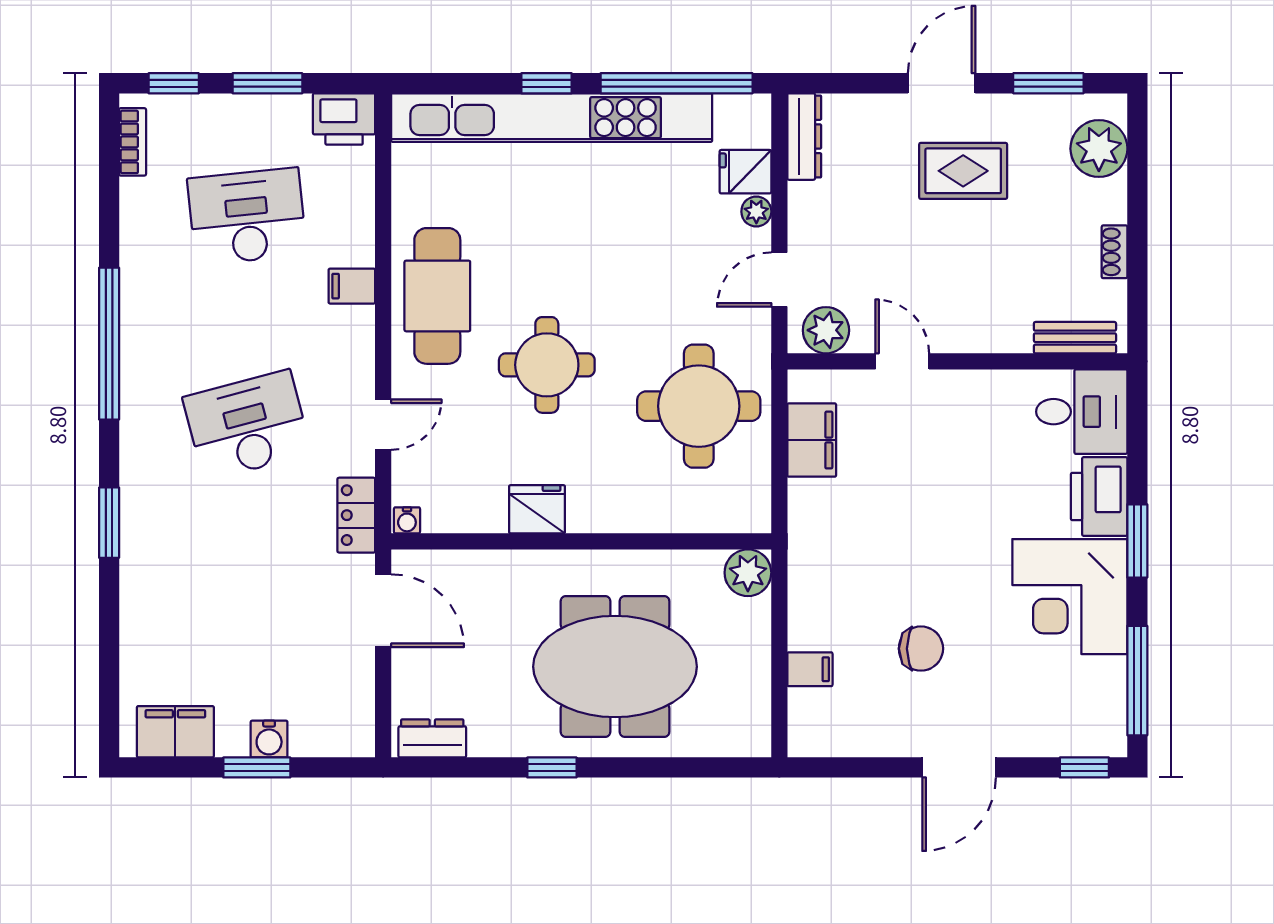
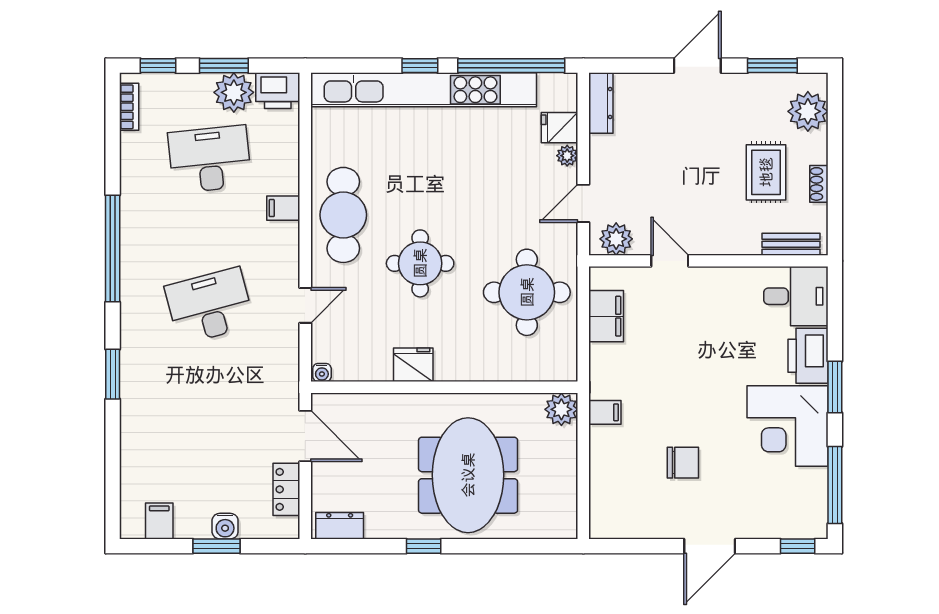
plant: (281, 122) -> (234, 92), added
rug: (963, 171) -> (766, 172), moved, turned 90
locker: (356, 515) -> (286, 489), moved
meeting table: (615, 667) -> (468, 475), turned 90
filing cabinet: (810, 669) -> (605, 412), moved
filing cabinet: (175, 732) -> (159, 521), width x0.50

